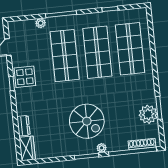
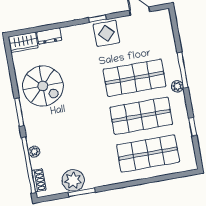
plant: (41, 23) -> (177, 86), moved
spiral stairs: (87, 121) -> (43, 86), moved, turned -90
shoe rack: (142, 144) -> (39, 180), width x0.70
plant: (102, 148) -> (34, 152), moved

